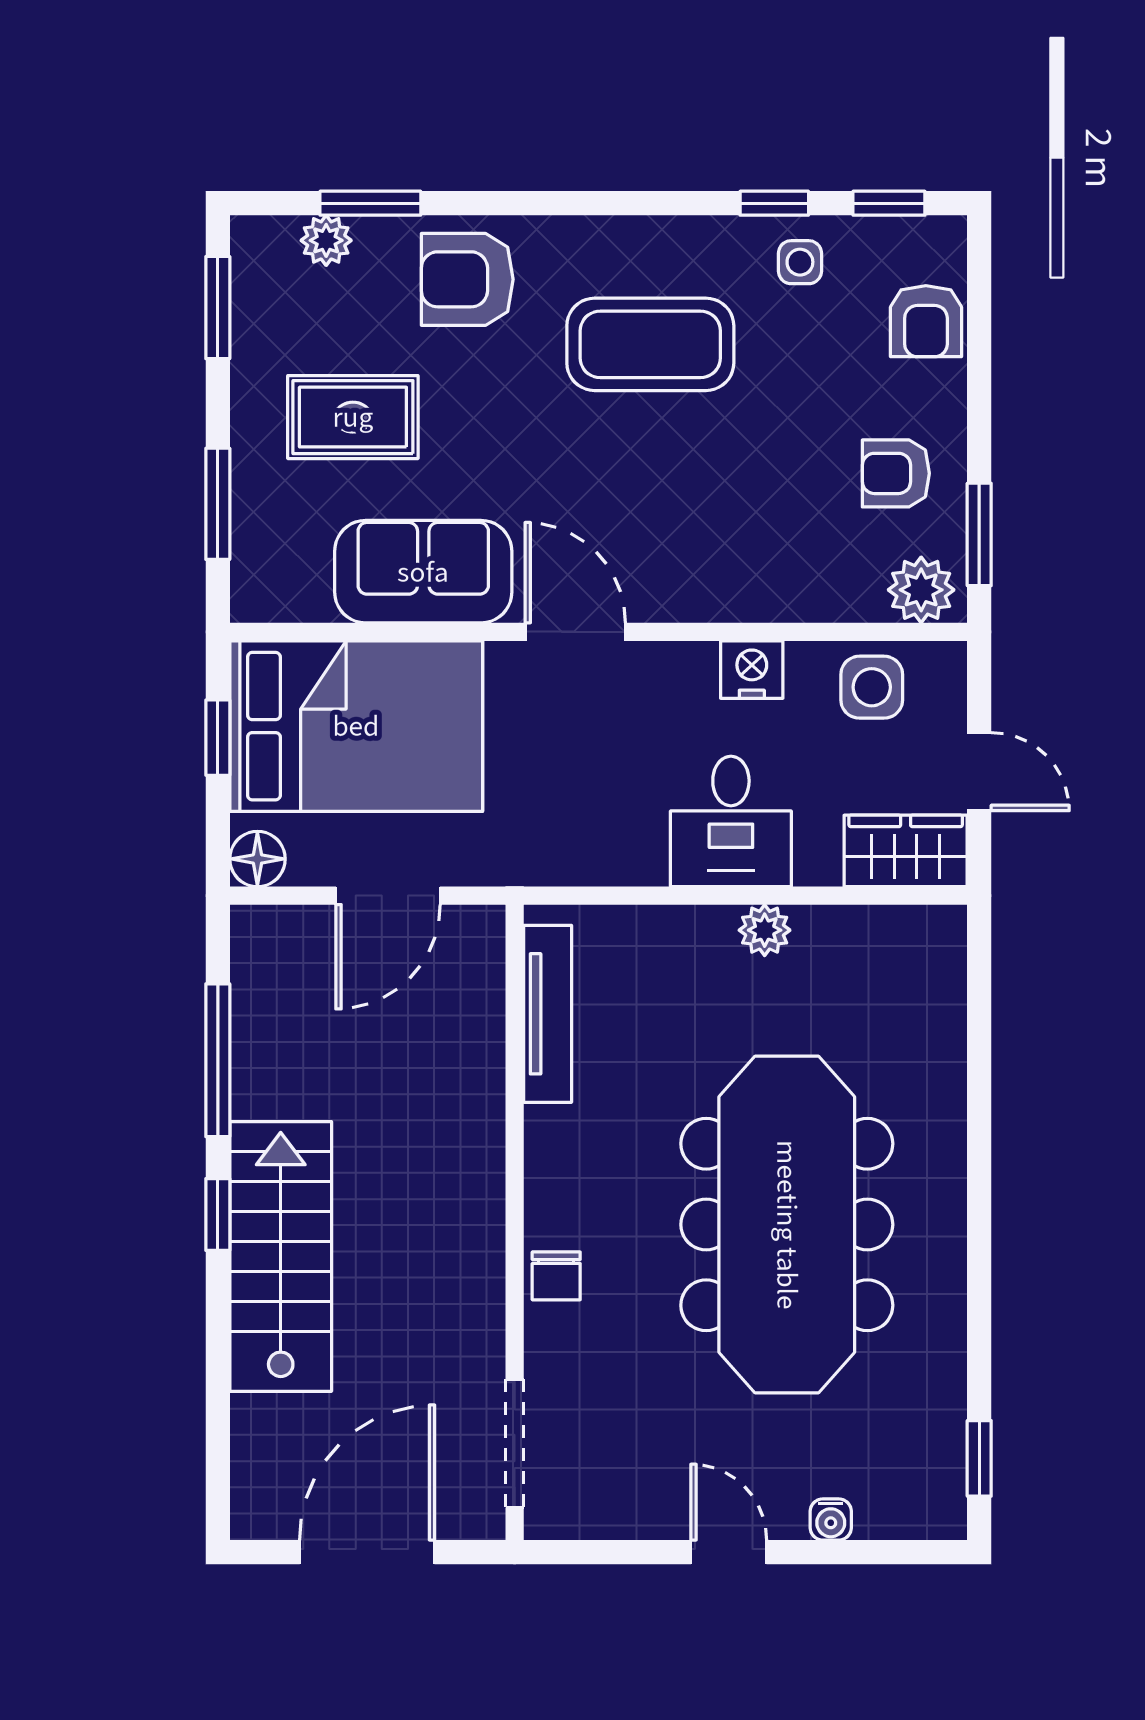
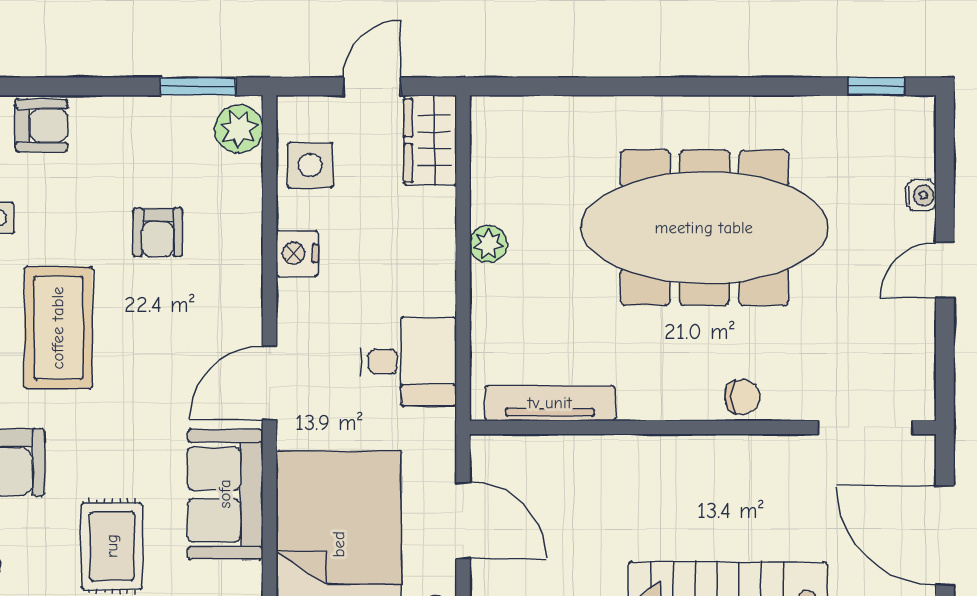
armchair: (896, 473) -> (158, 232), moved
desk: (731, 821) -> (409, 362), moved

